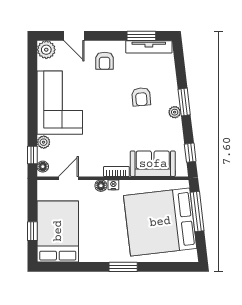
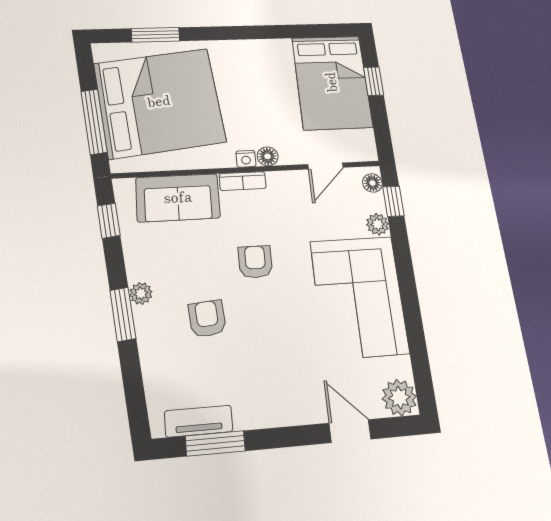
tv unit: (149, 47) -> (199, 421), width x0.71
armchair: (105, 61) -> (255, 262), moved
window: (123, 267) -> (155, 35), moved

